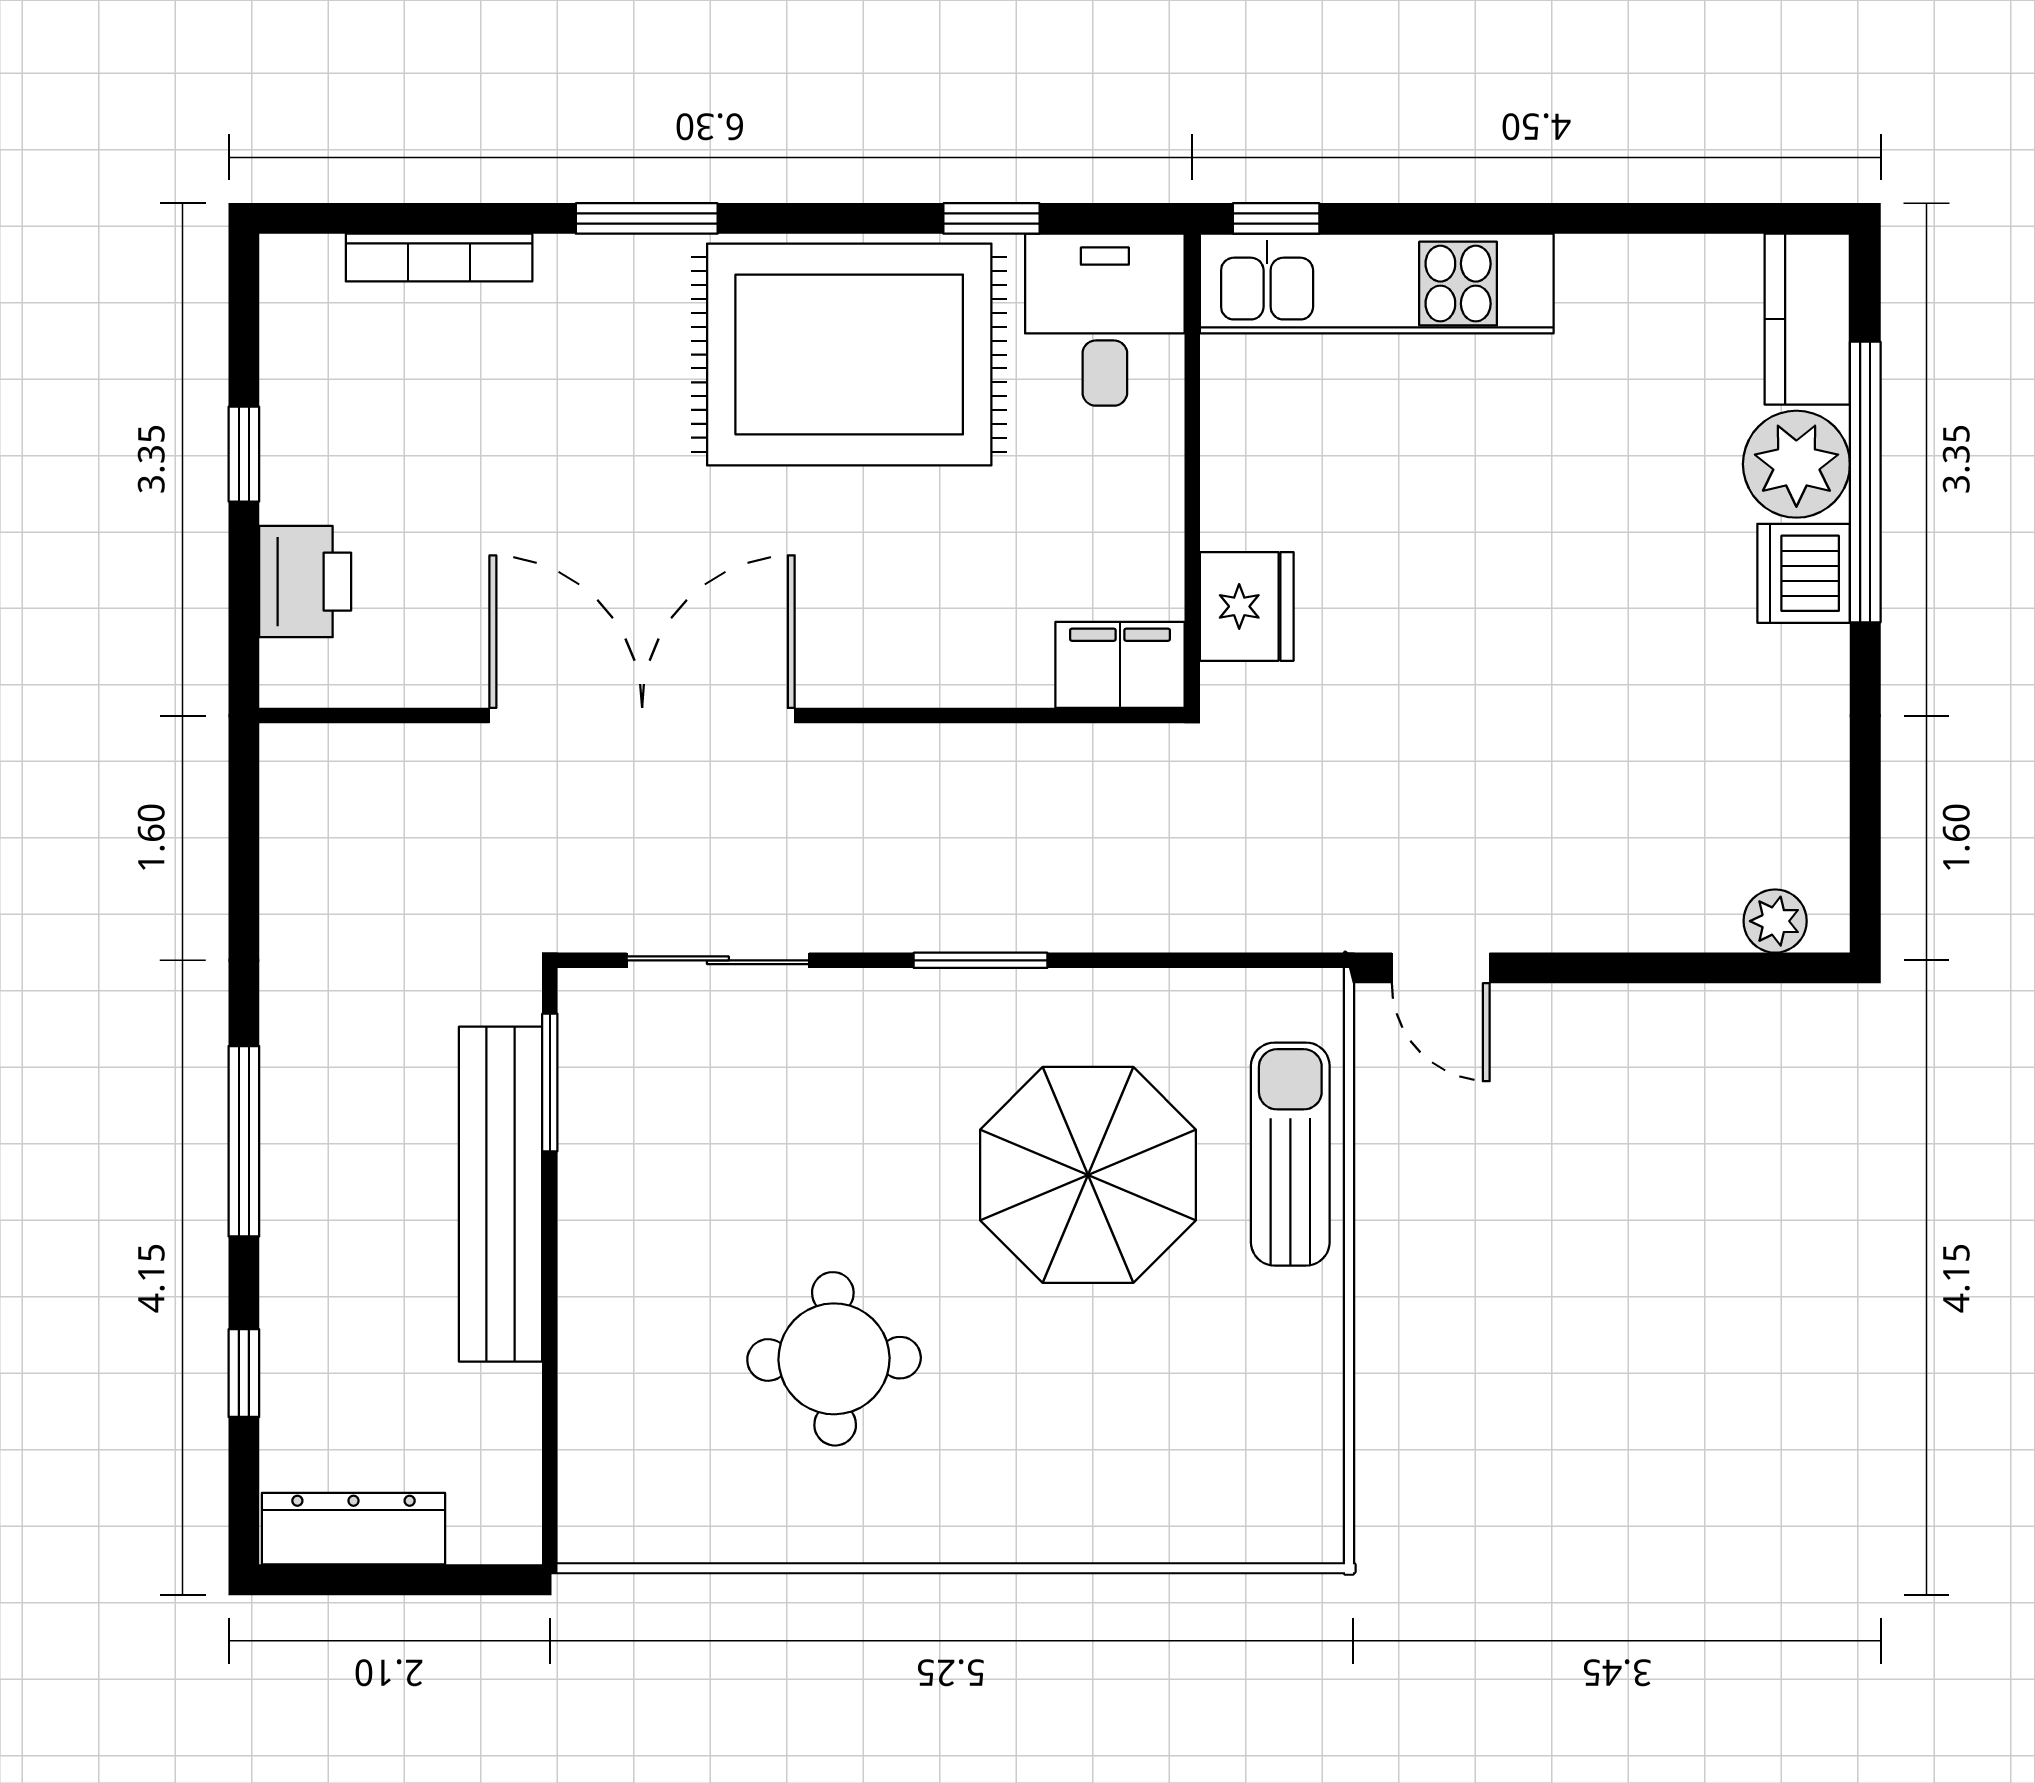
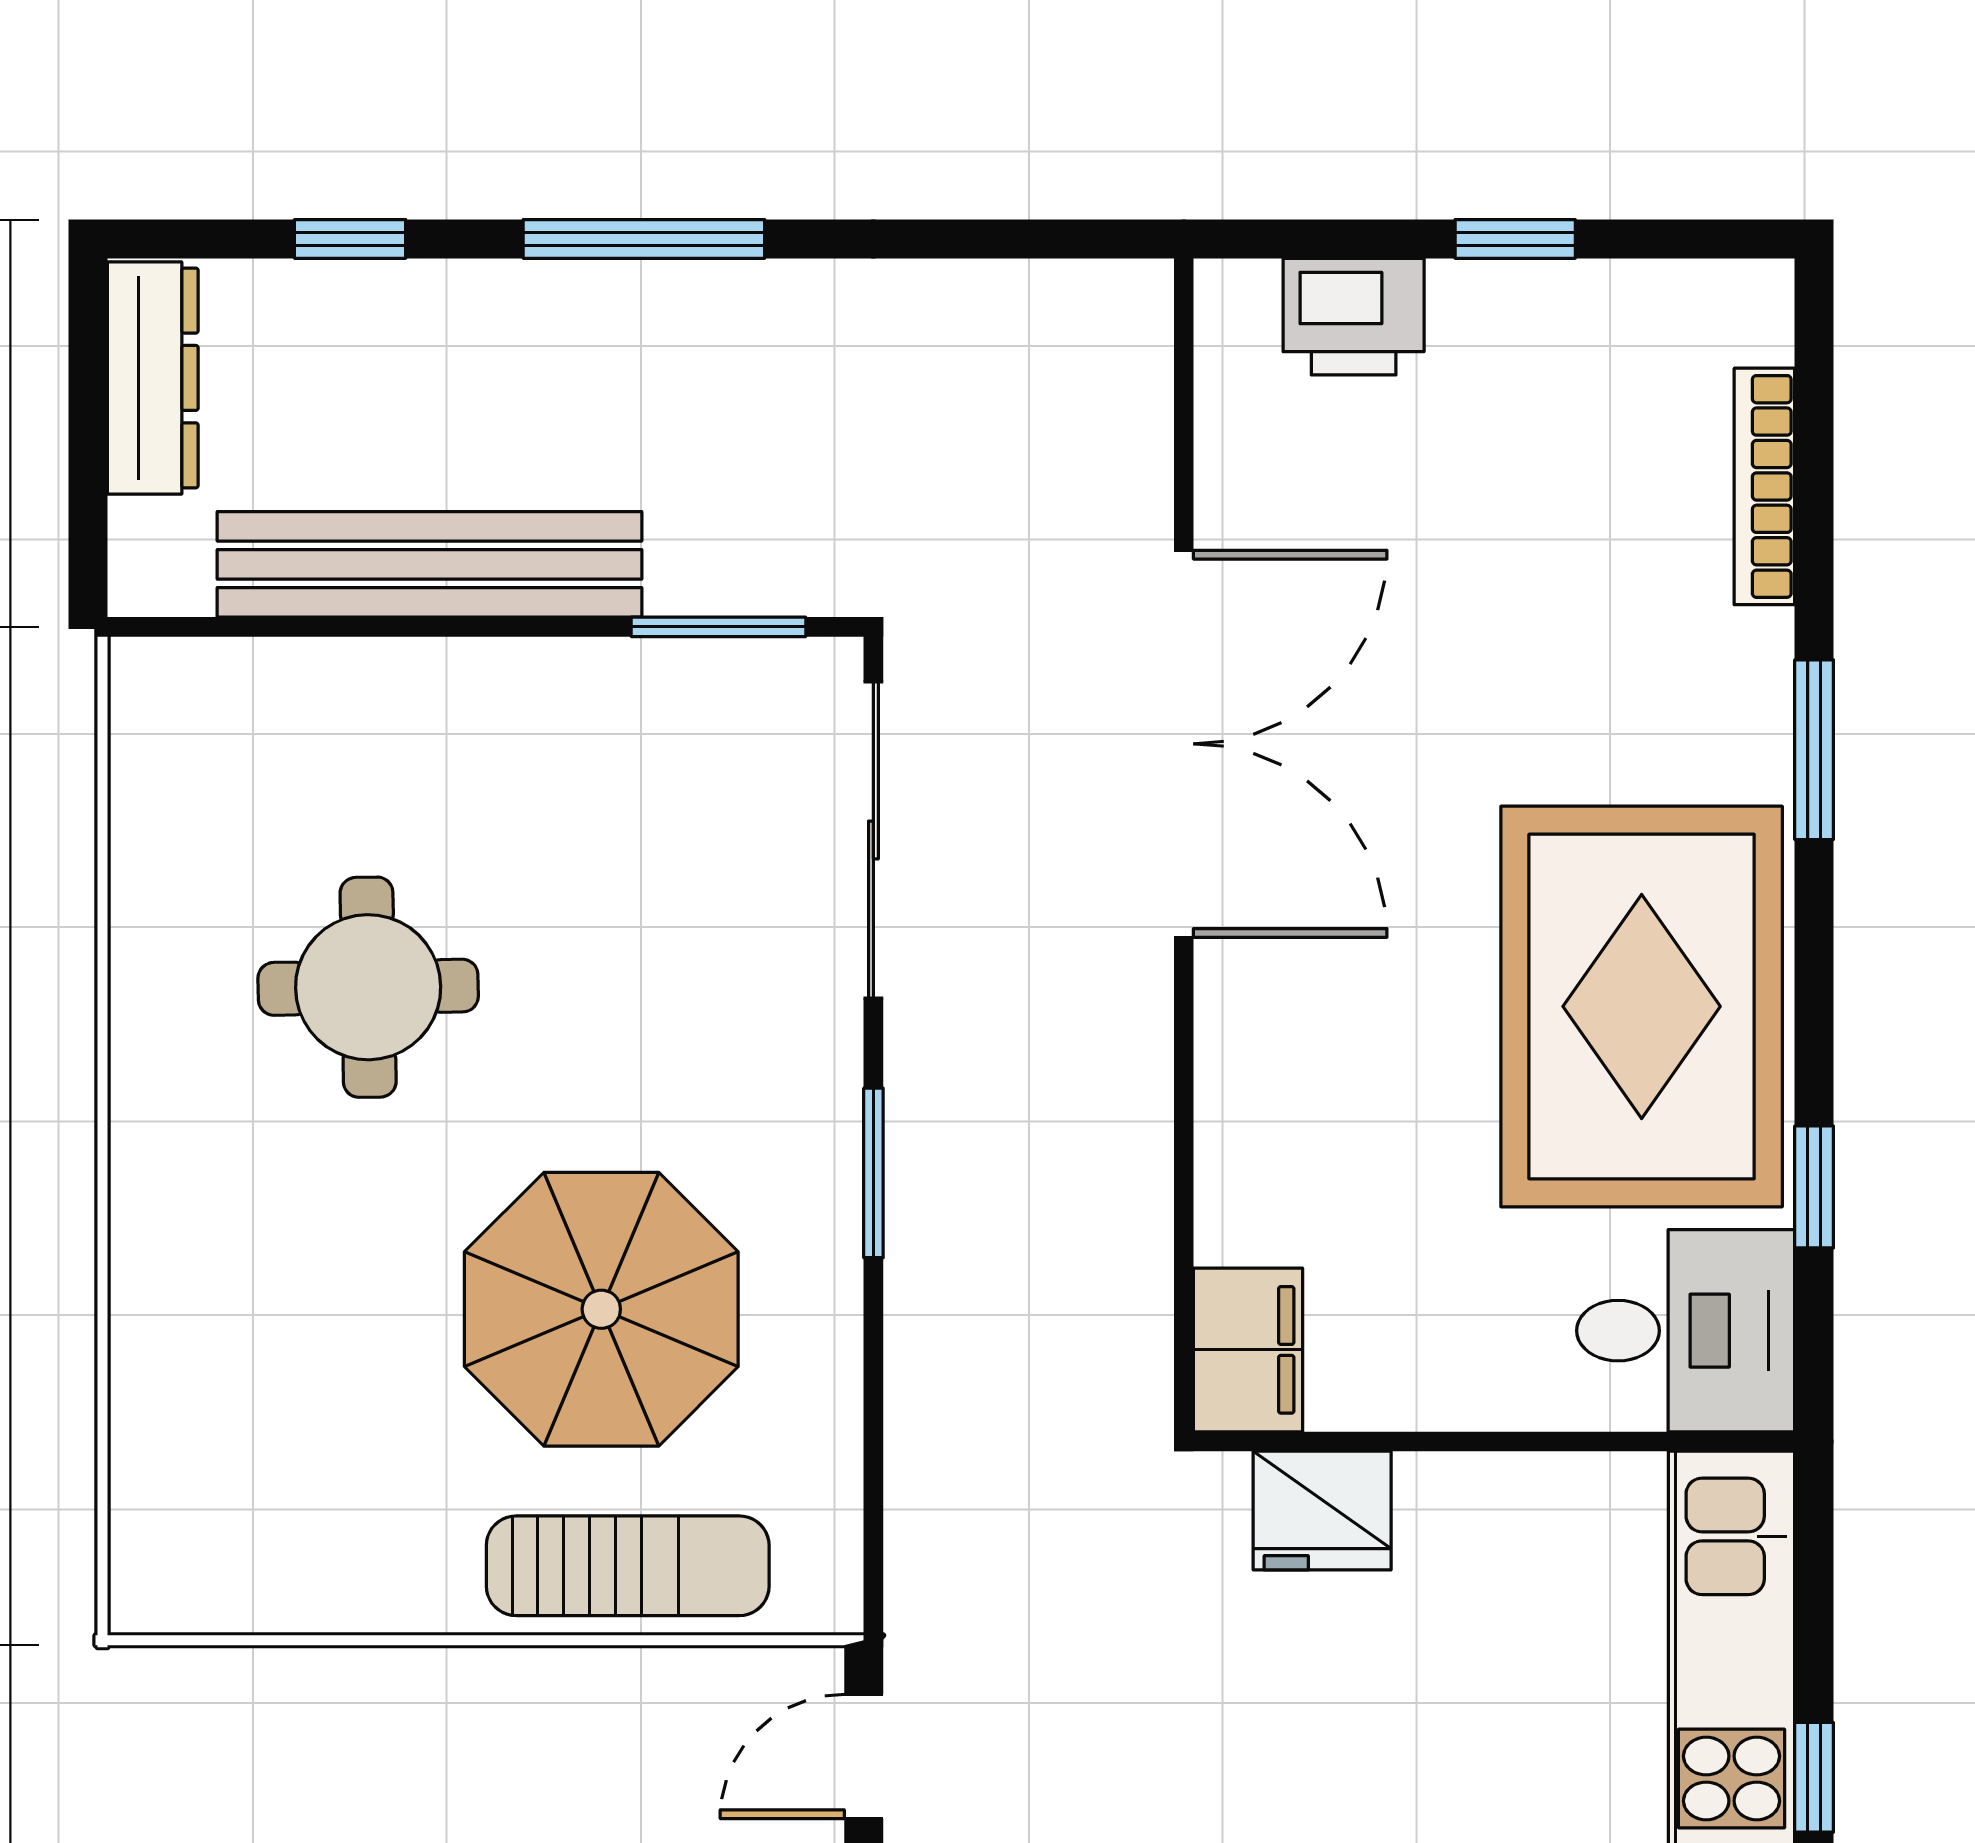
window: (1276, 218) -> (1814, 1777), moved
sliding door: (718, 960) -> (873, 840), width x1.37
bench: (501, 1194) -> (429, 564), moved

